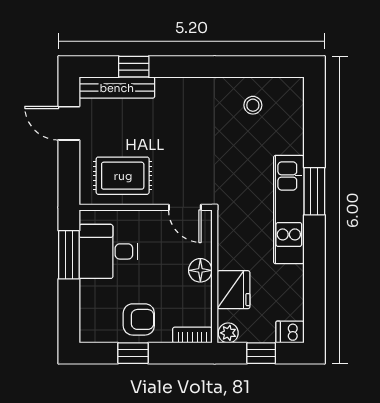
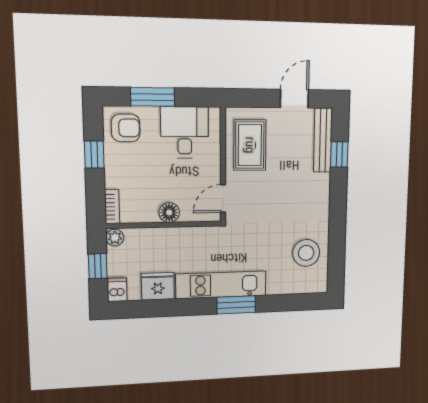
stool: (253, 105) -> (306, 253), width x1.89, depth x1.89
window: (69, 255) -> (153, 97), moved
fridge: (233, 290) -> (158, 286), moved, turned 180
armchair: (139, 319) -> (126, 128), moved, turned -90

